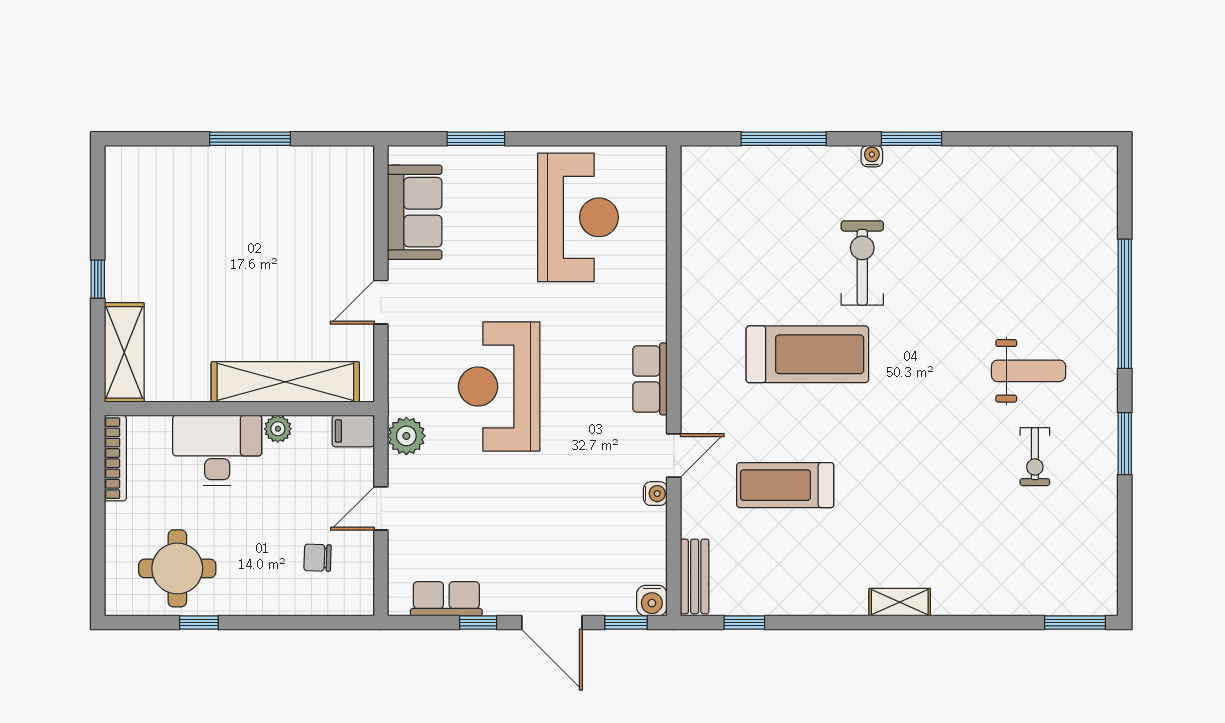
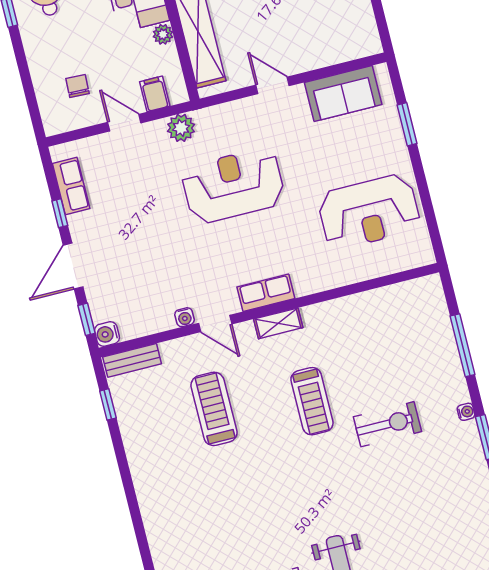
treadmill: (807, 354) -> (312, 401), width x0.73, depth x0.73
filing cabinet: (353, 431) -> (155, 94), moved
shelving: (900, 602) -> (278, 323), moved, turned 90

